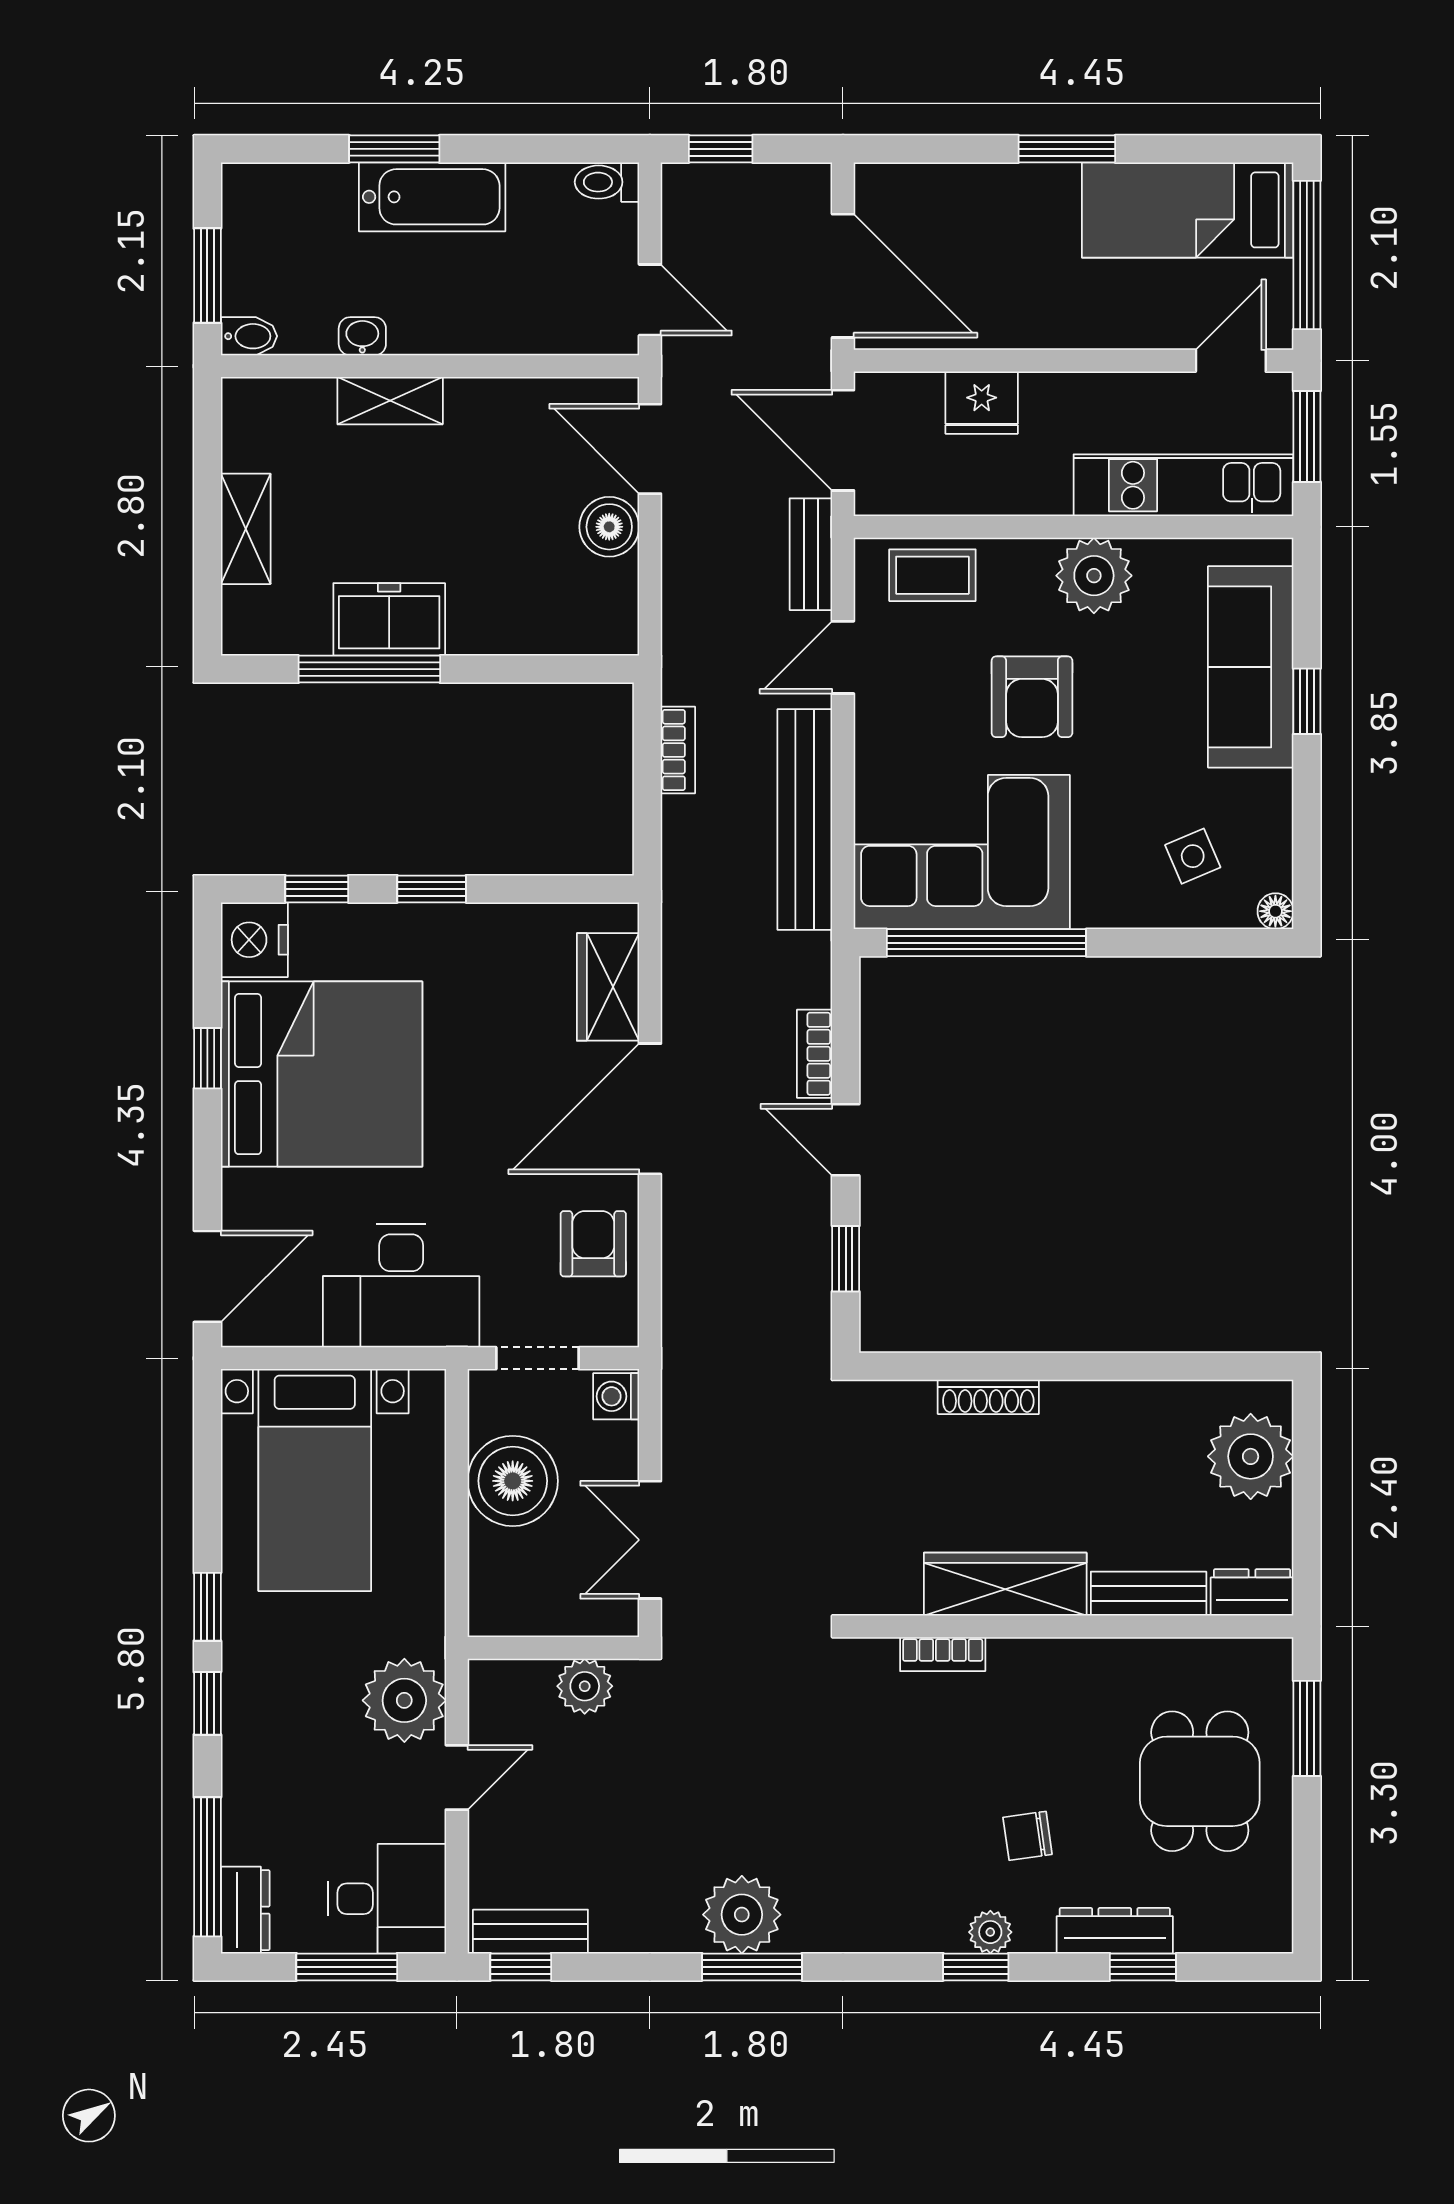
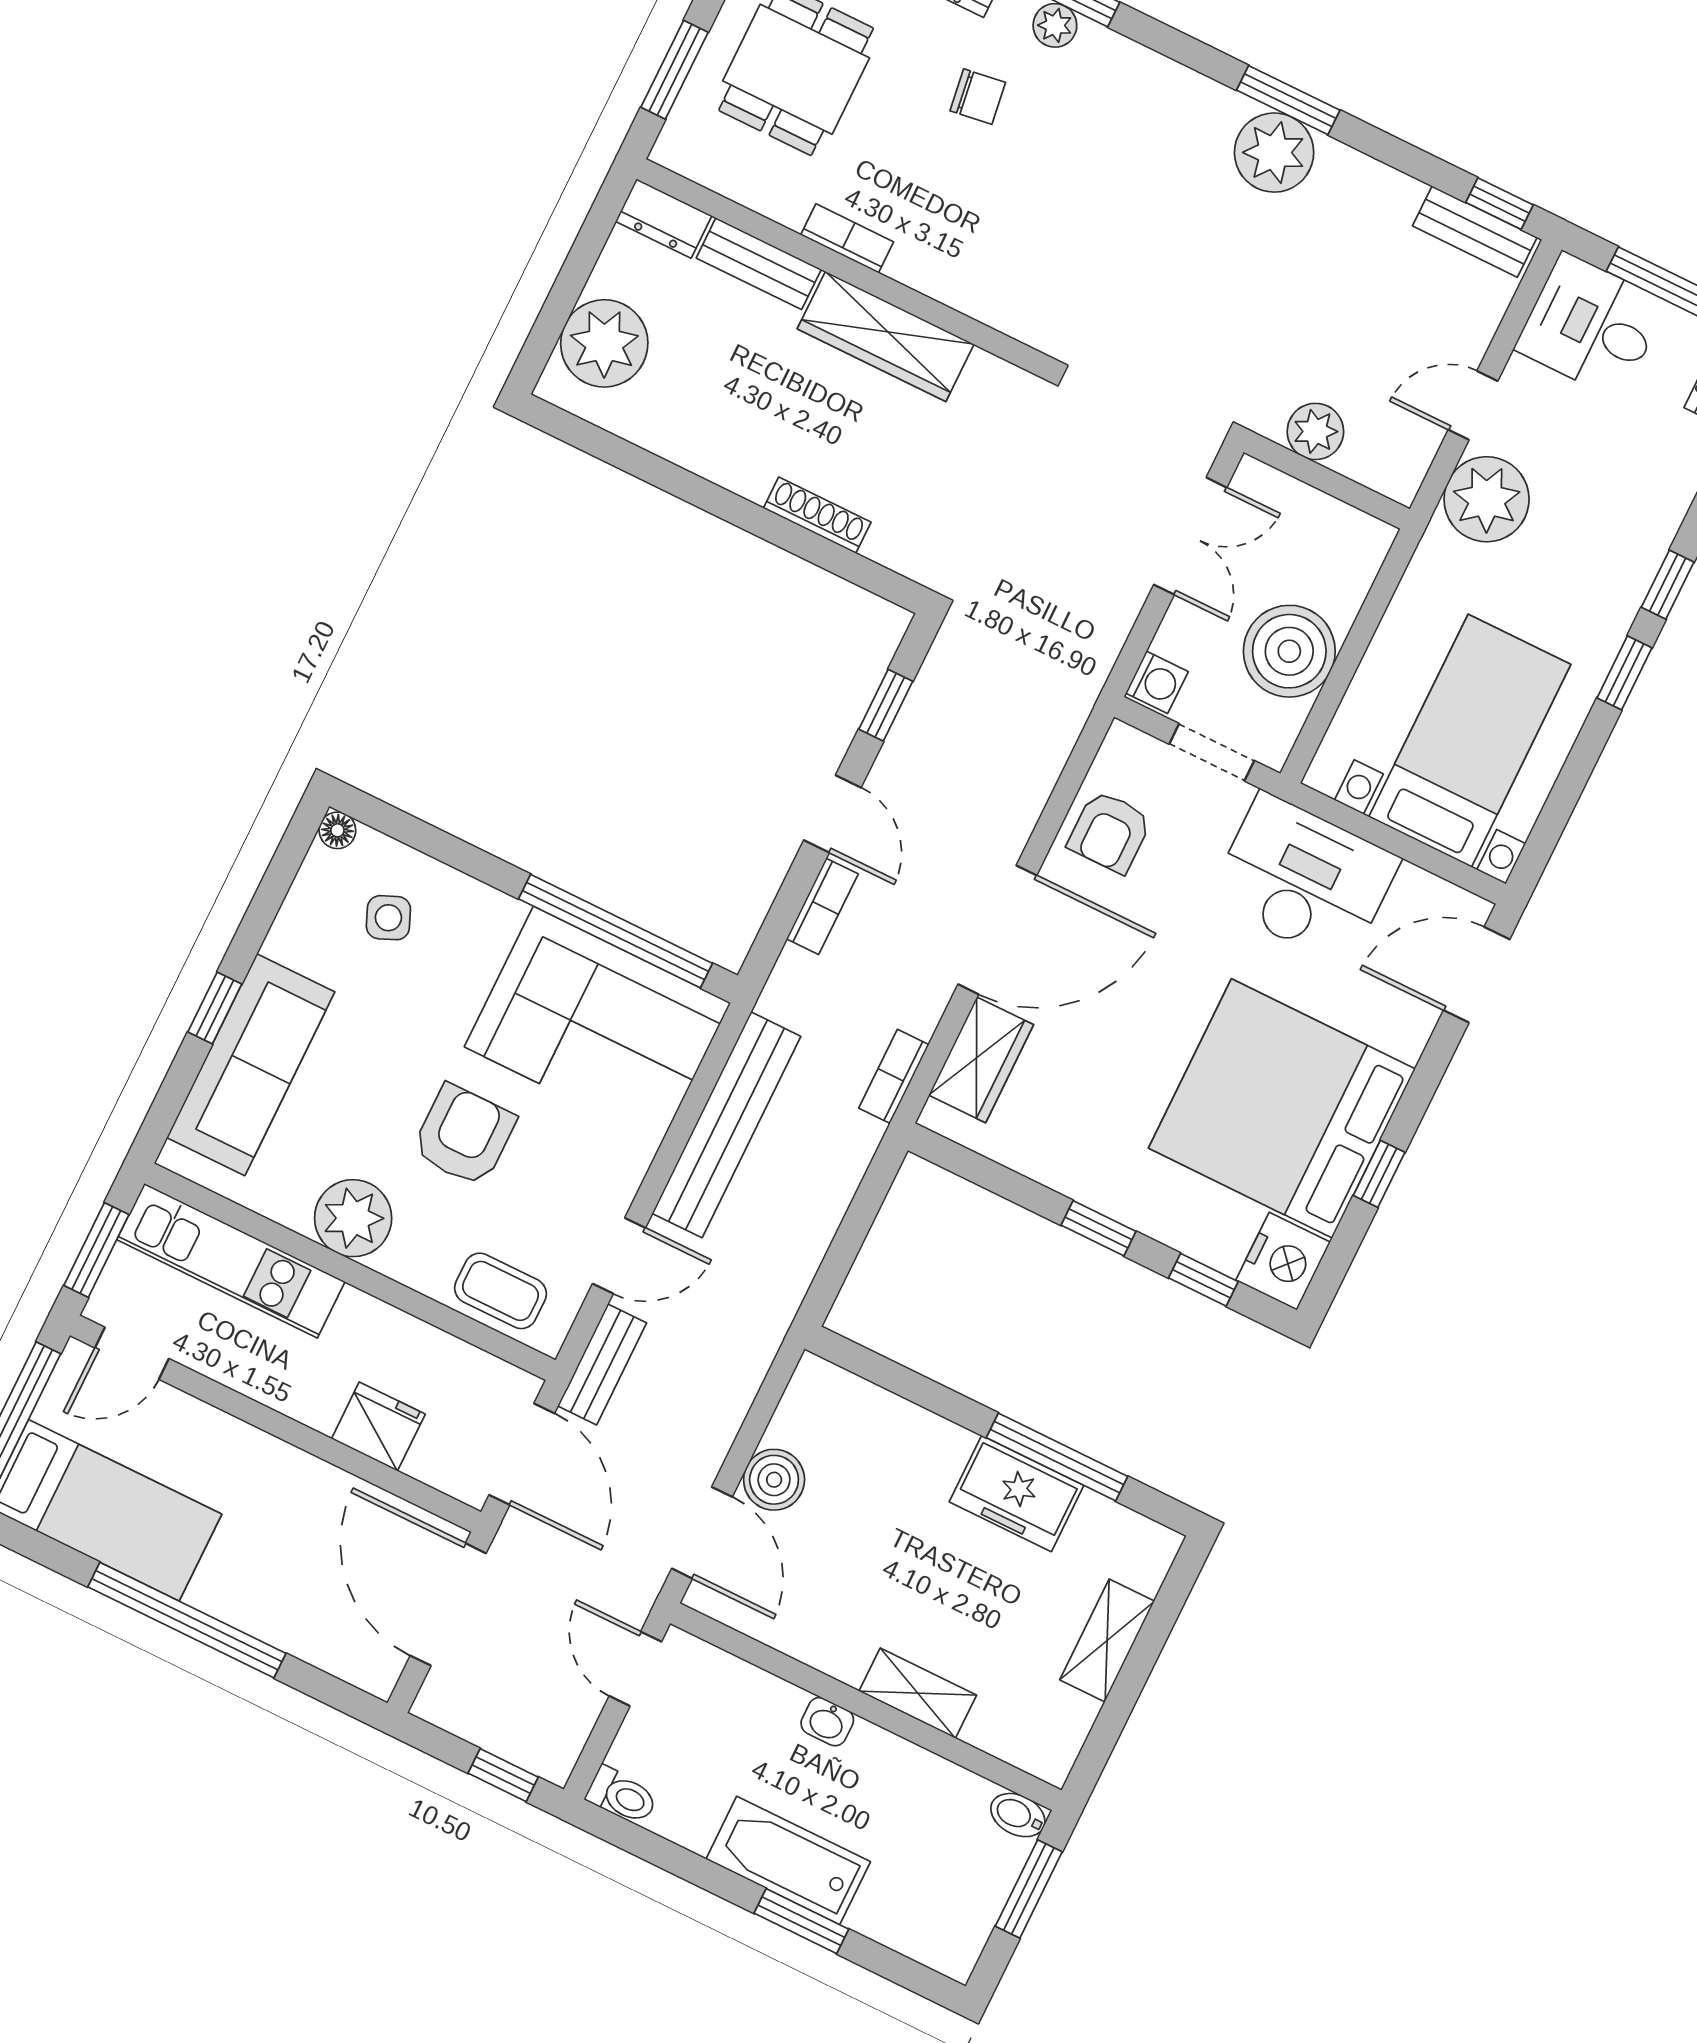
window: (1067, 149) -> (187, 1620), width x2.11
washbasin: (362, 336) -> (827, 1722), moved
bookcase: (678, 750) -> (894, 1076), moved
bookcase: (943, 1654) -> (847, 238), moved

